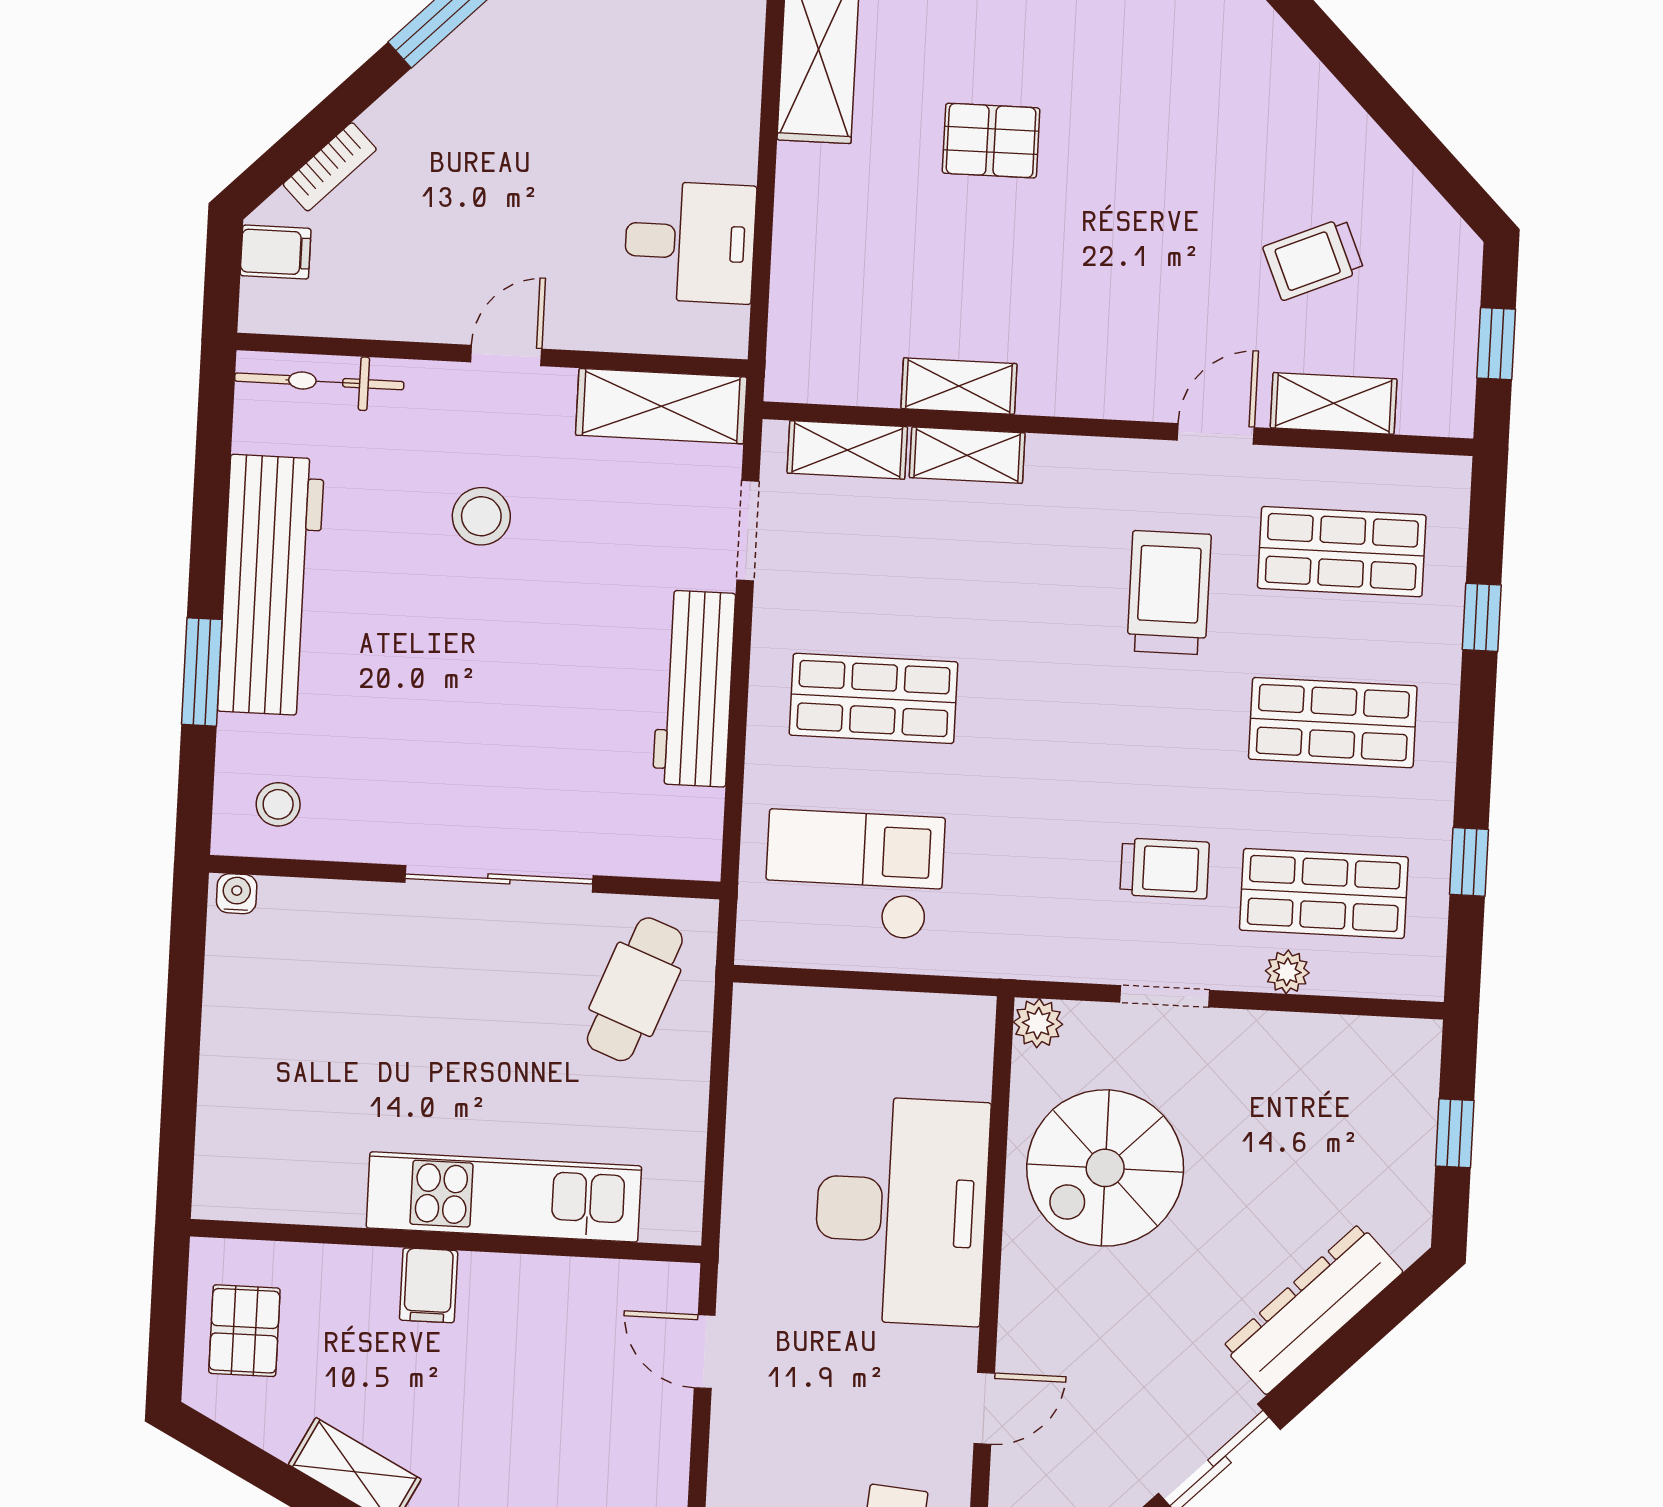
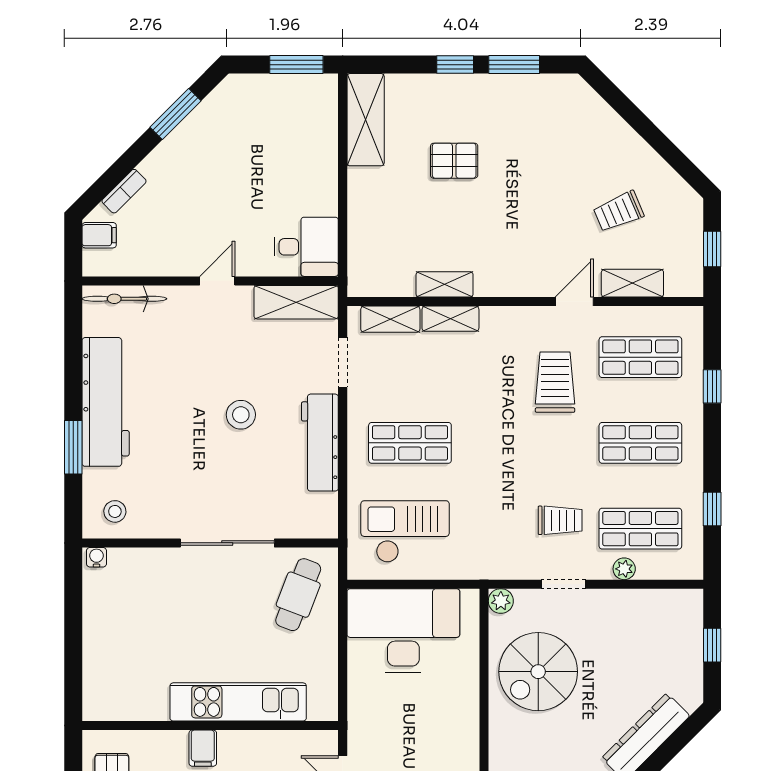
desk: (690, 242) -> (306, 247), moved
stool: (481, 516) -> (241, 415), moved
desk: (901, 1211) -> (403, 631), moved, turned -90

